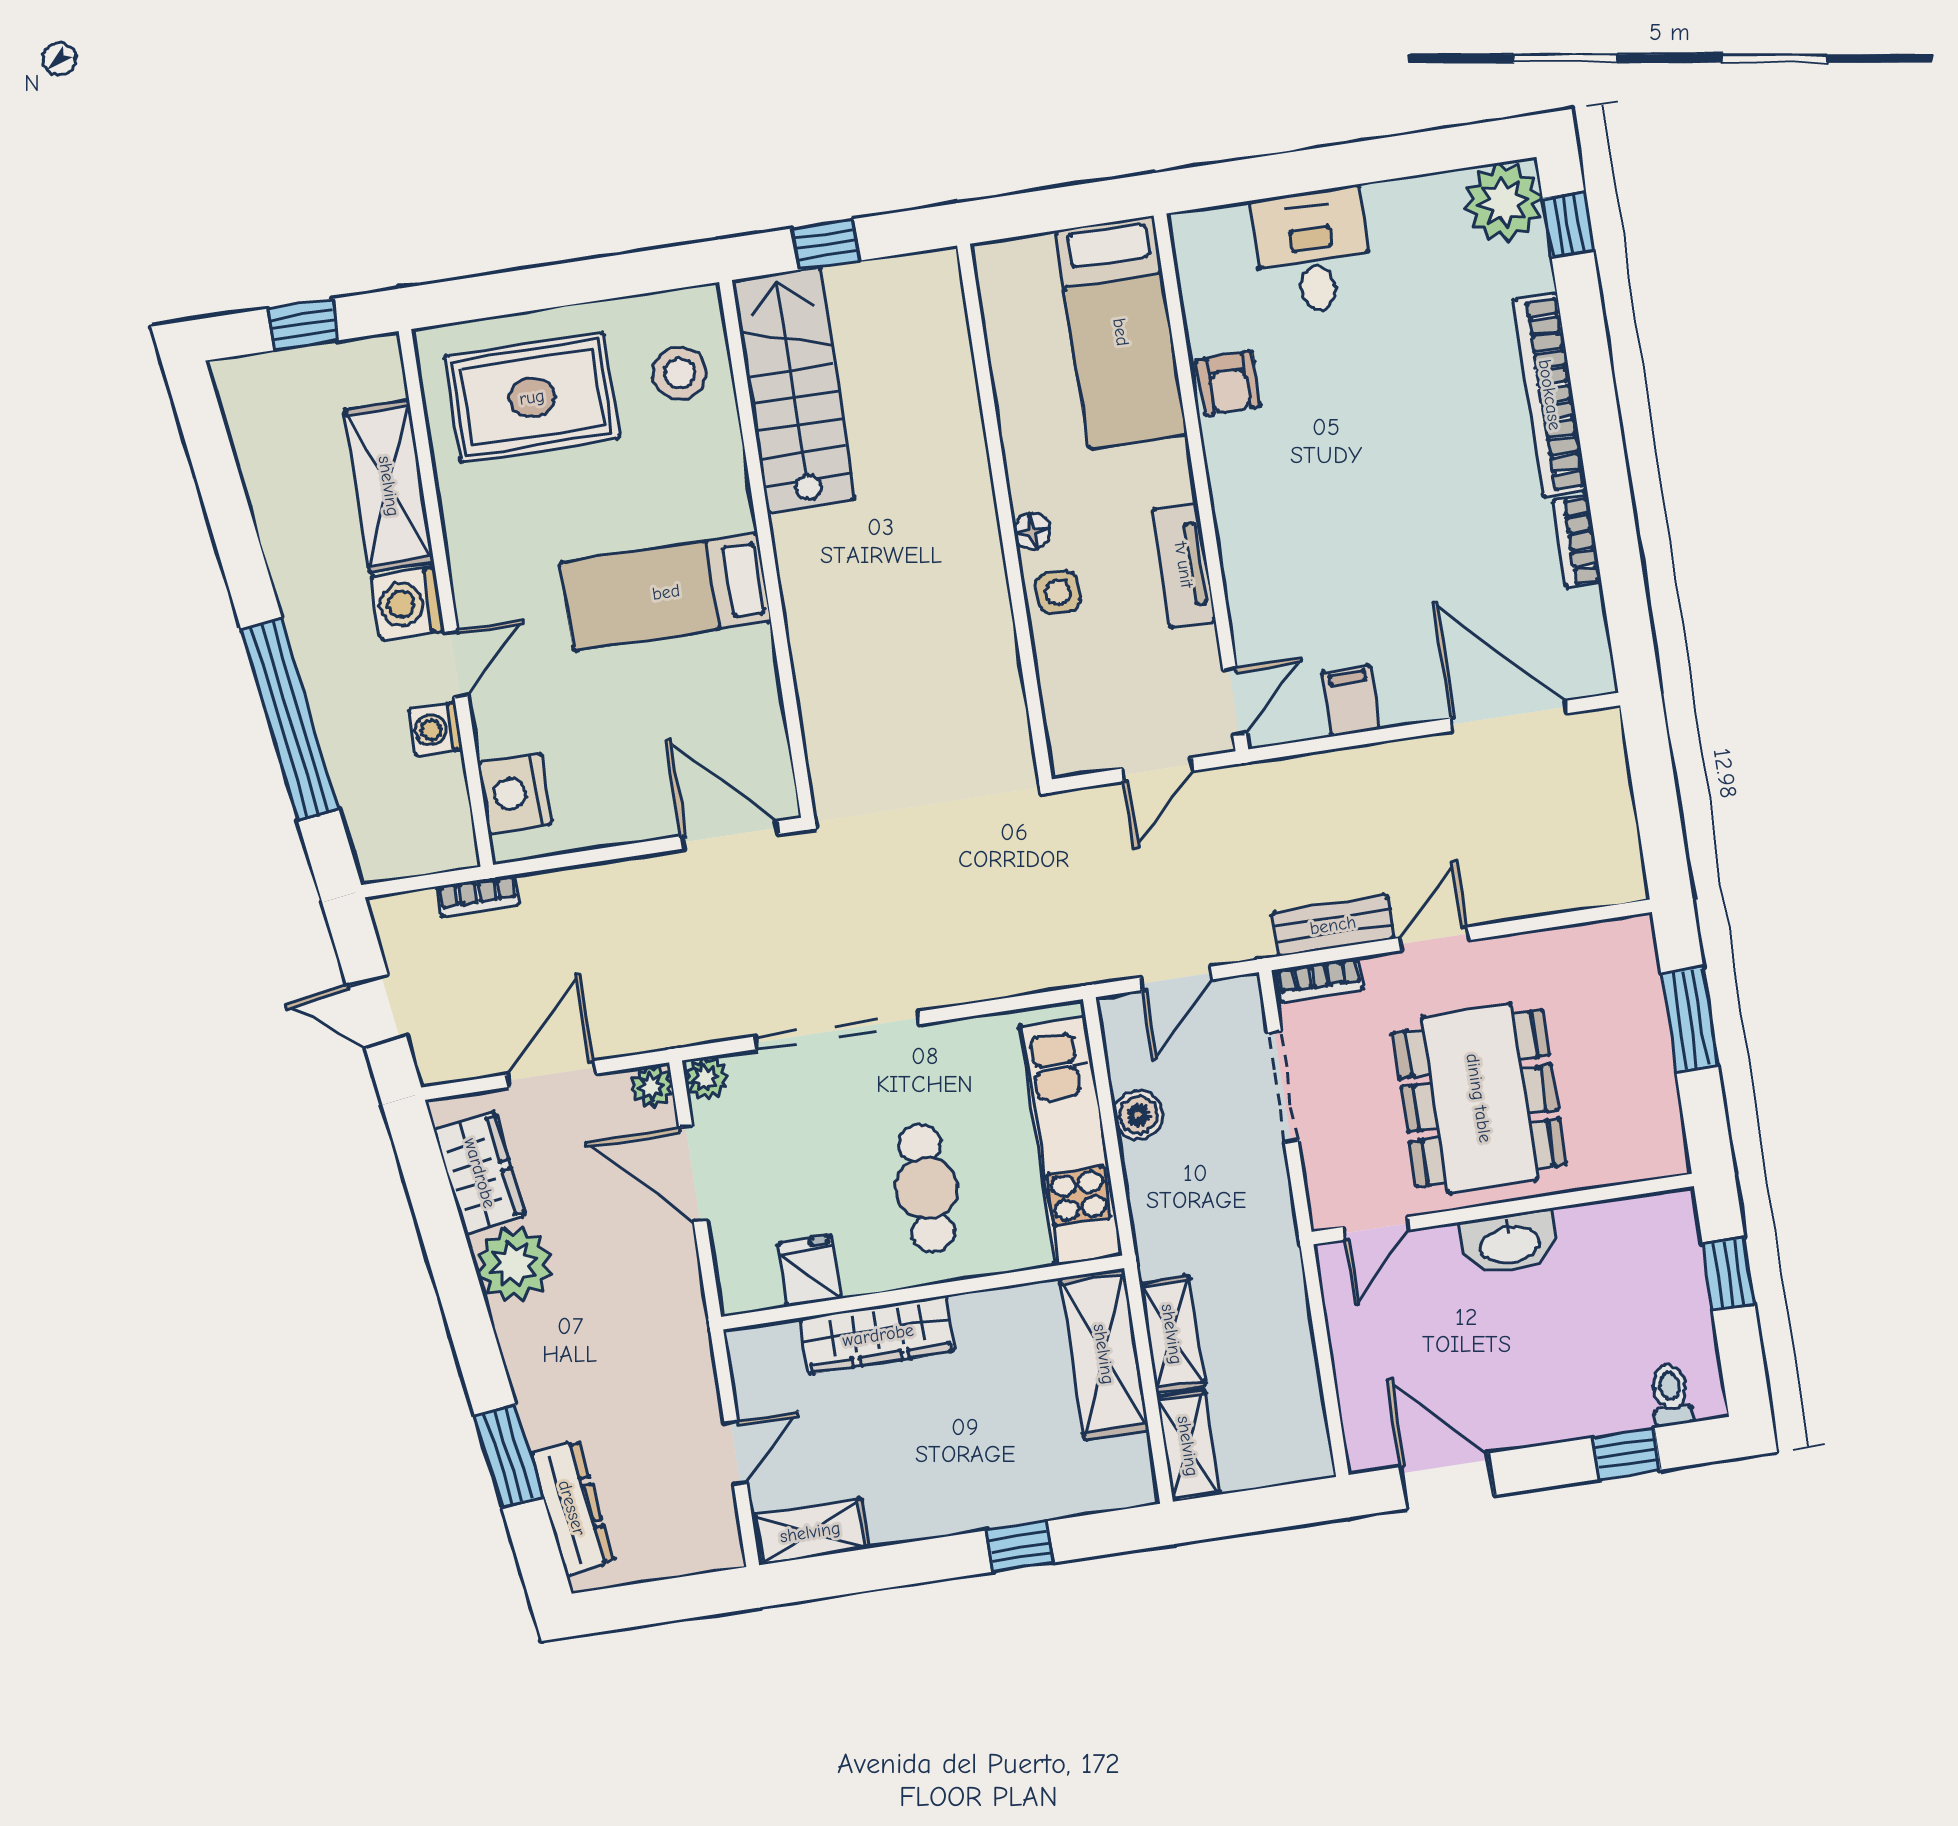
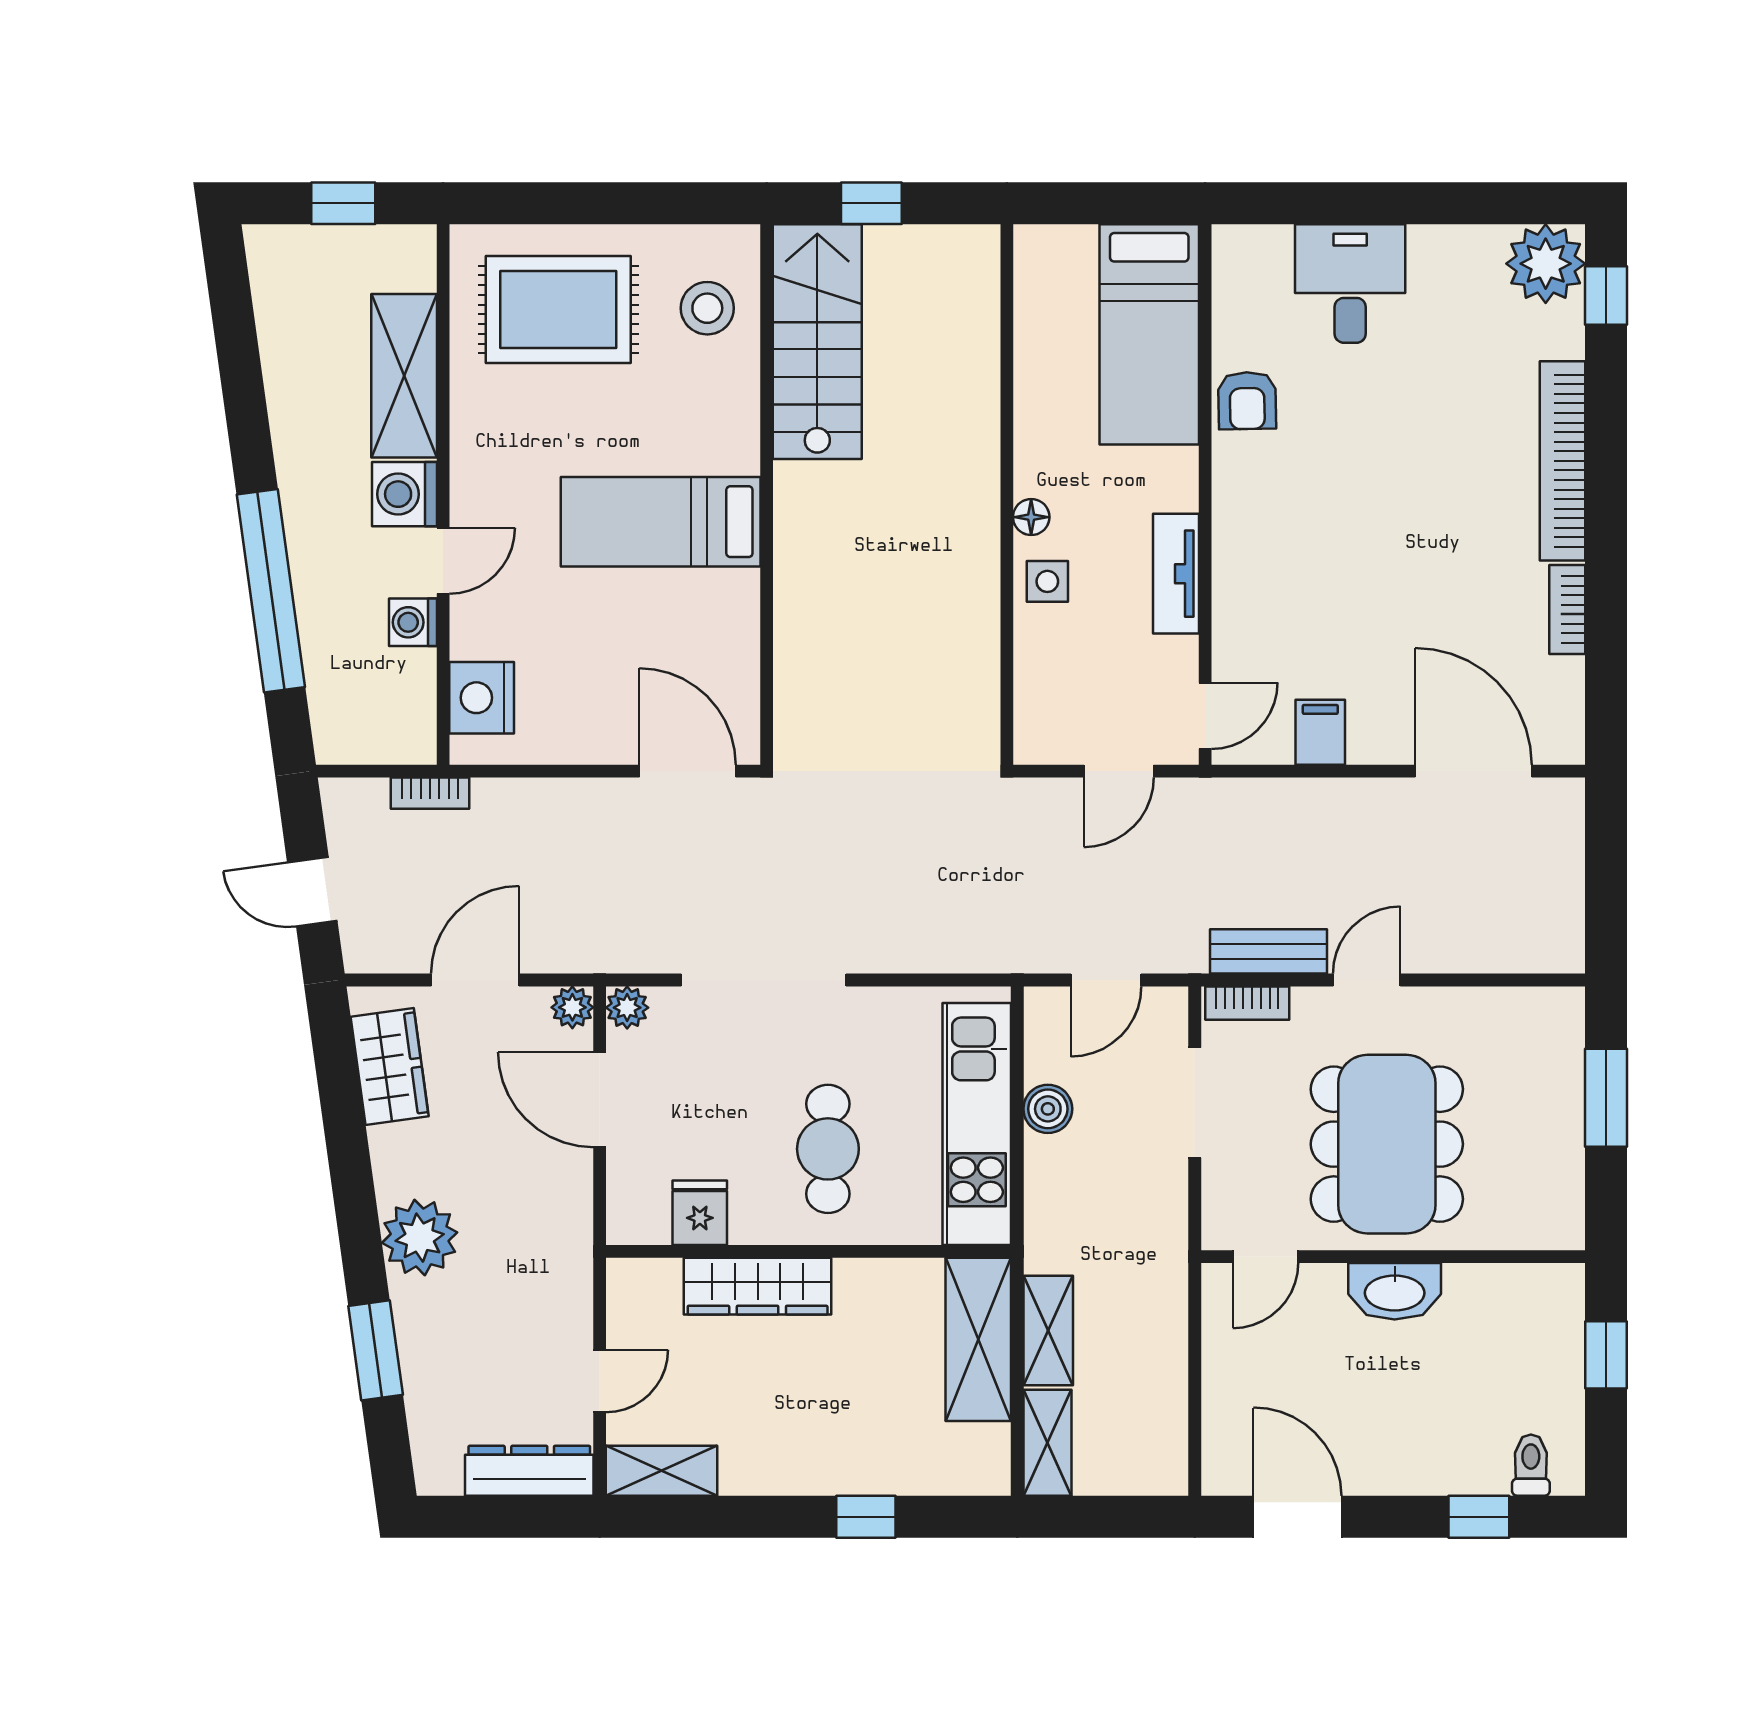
plant: (514, 1264) -> (420, 1238), moved
dresser: (572, 1508) -> (529, 1471), moved, turned -82

